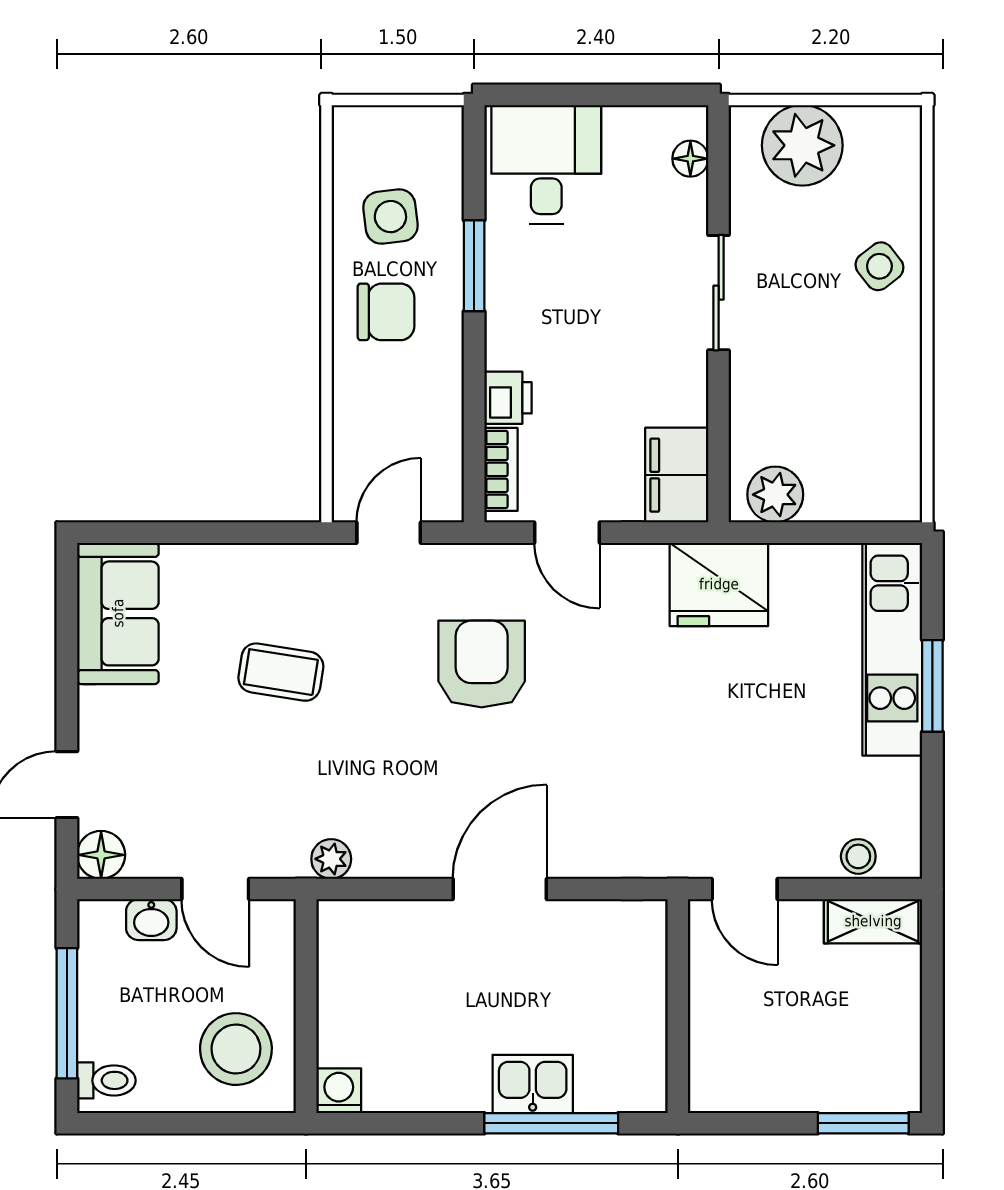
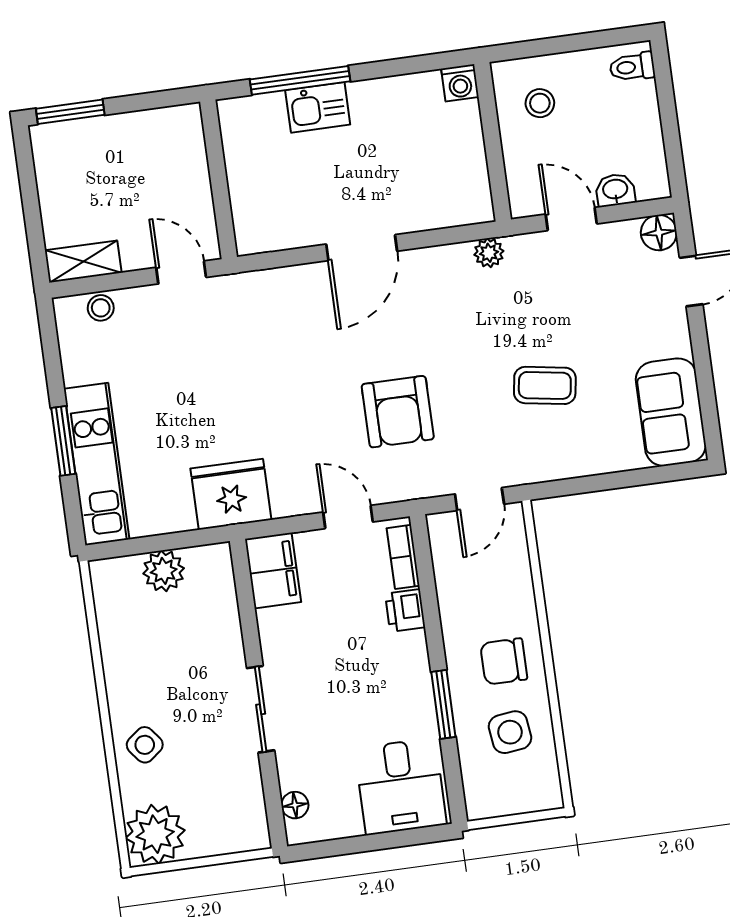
plant: (802, 145) -> (155, 834), moved
plant: (775, 495) -> (164, 571), moved
window: (67, 1013) -> (668, 113), removed
stool: (236, 1049) -> (540, 103), width x0.53, depth x0.53

